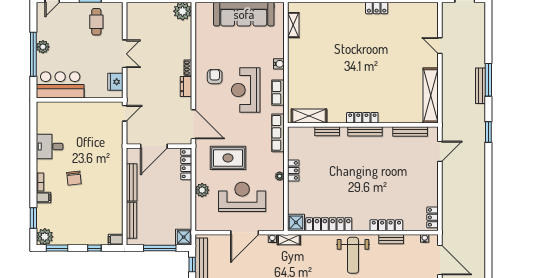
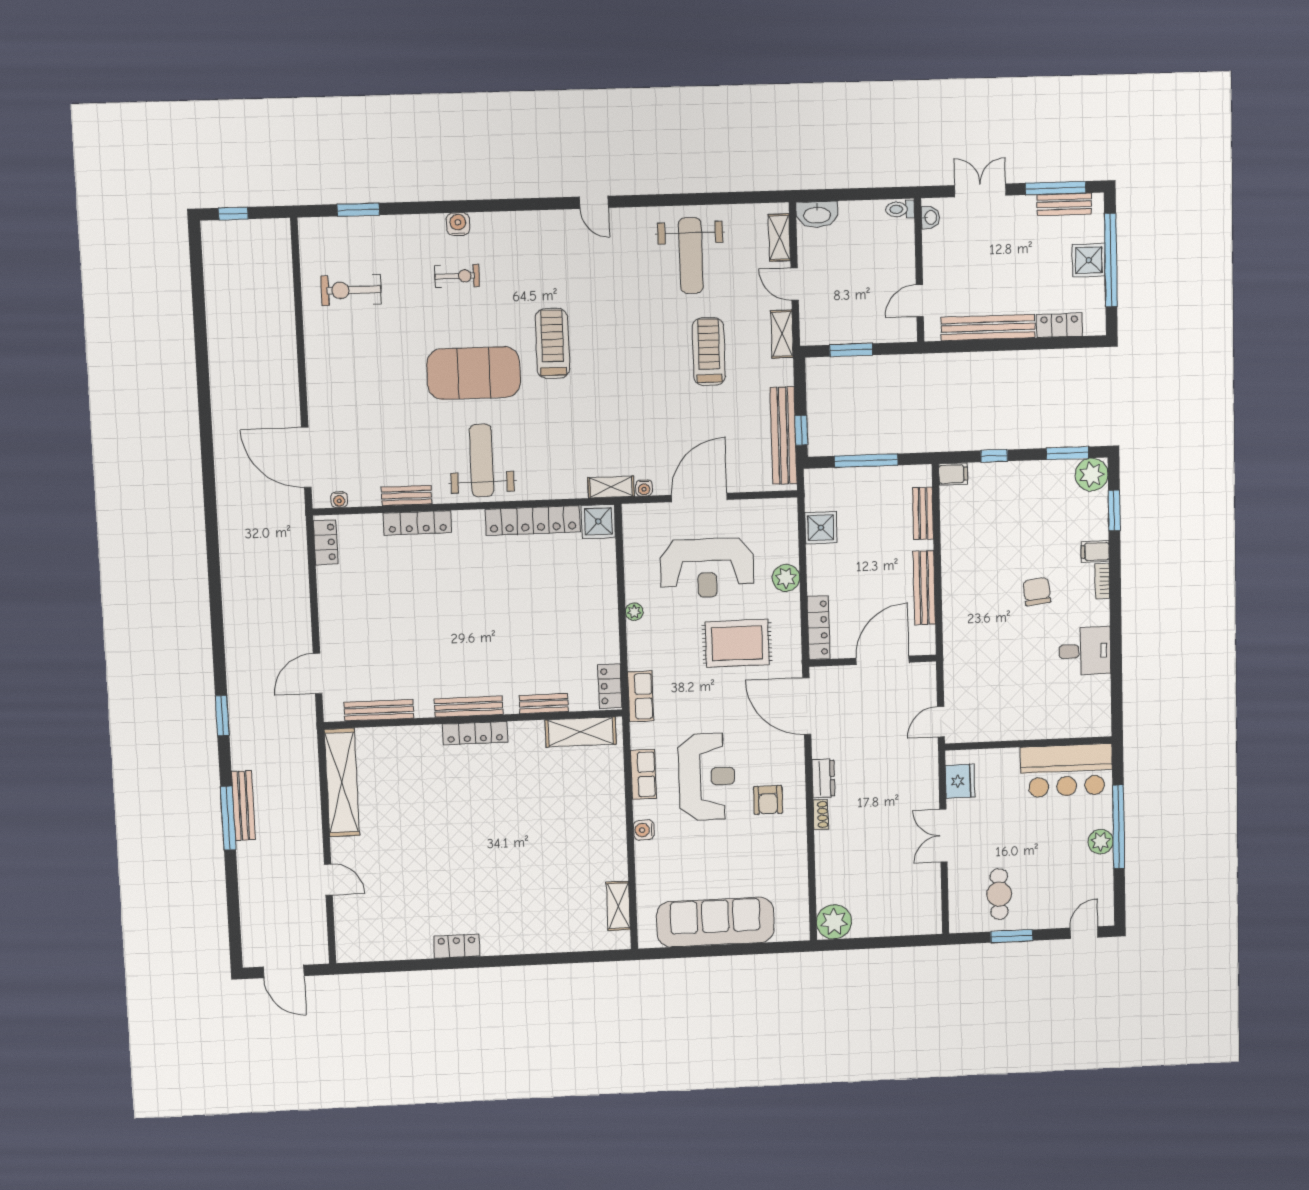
row of seats: (278, 133) -> (641, 696), width x0.68
locker: (293, 170) -> (610, 686), moved
bench: (131, 220) -> (923, 513), width x0.73
shower: (184, 237) -> (821, 528), moved

